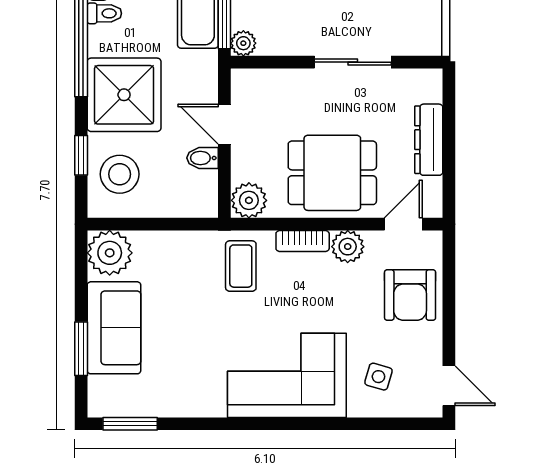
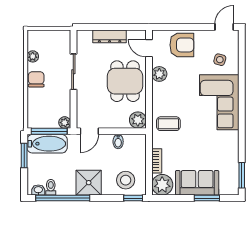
shower: (124, 95) -> (89, 183), width x0.73, depth x0.73
door: (224, 124) -> (89, 131), moved
window: (81, 155) -> (133, 198), moved
bookcase: (303, 241) -> (157, 161), moved

